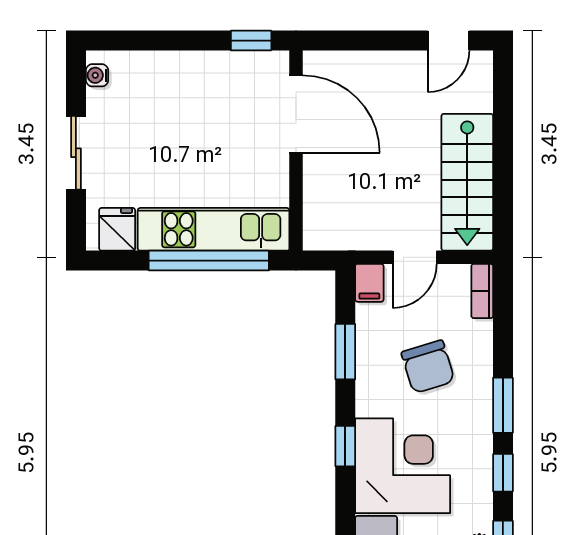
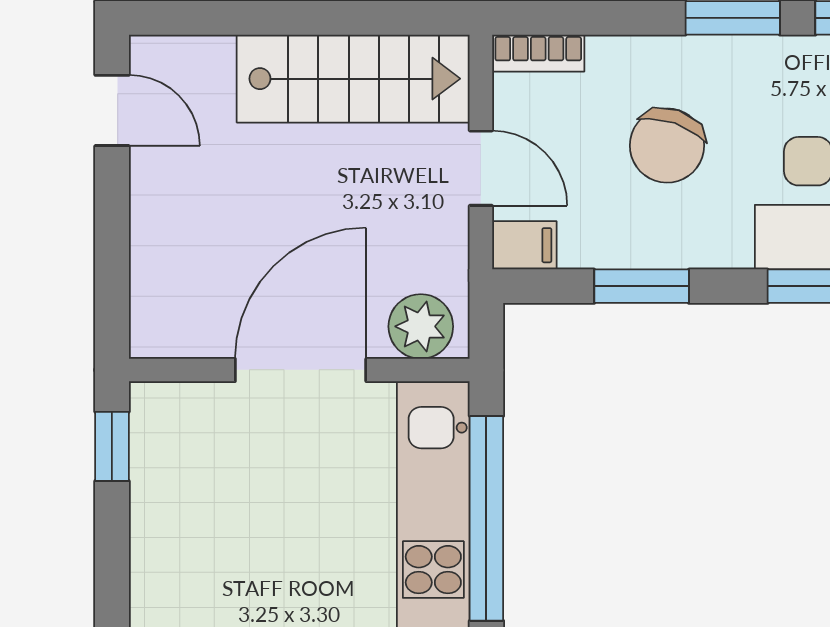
door: (296, 114) -> (301, 370), moved
plant: (322, 222) -> (421, 326), added
chair: (428, 367) -> (667, 145), turned 126

